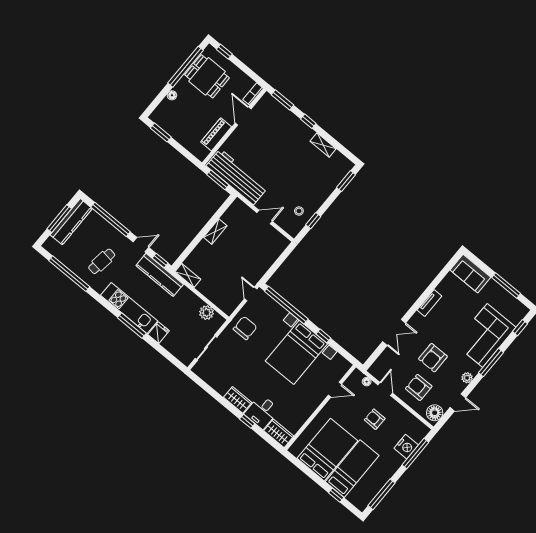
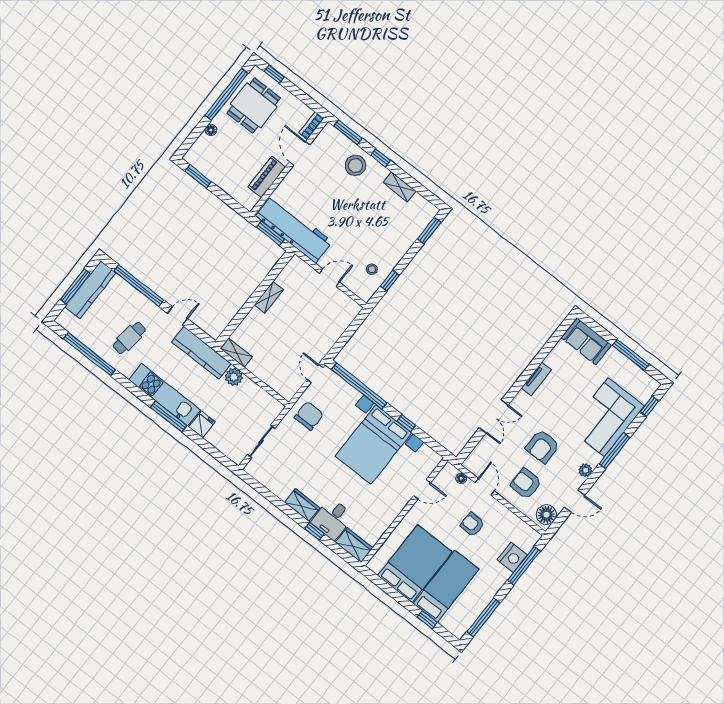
dining table: (207, 76) -> (254, 105), turned 90
stool: (288, 127) -> (356, 165), added
window: (160, 261) -> (202, 335), removed
plant: (207, 313) -> (234, 377), moved

